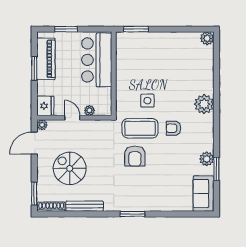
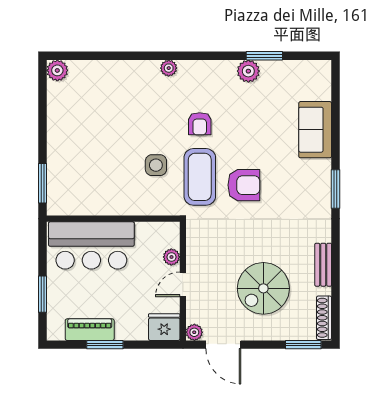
piano: (46, 59) -> (90, 330), width x0.73, depth x0.75
plant: (204, 104) -> (169, 68), width x0.53, depth x0.53
sofa: (204, 194) -> (315, 130), moved, turned 90
bench: (85, 206) -> (323, 265), width x0.73

